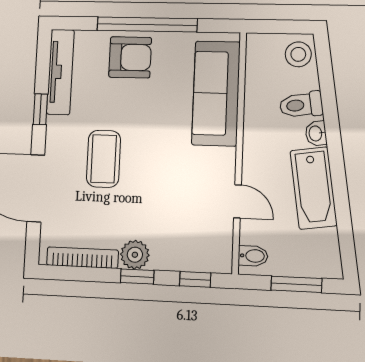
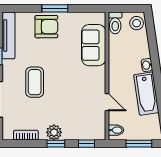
window: (147, 25) -> (55, 8), width x0.47
sofa: (216, 93) -> (94, 45), width x0.73
toilet: (301, 105) -> (115, 23), moved, turned -82
bookcase: (82, 258) -> (26, 135), width x0.64

